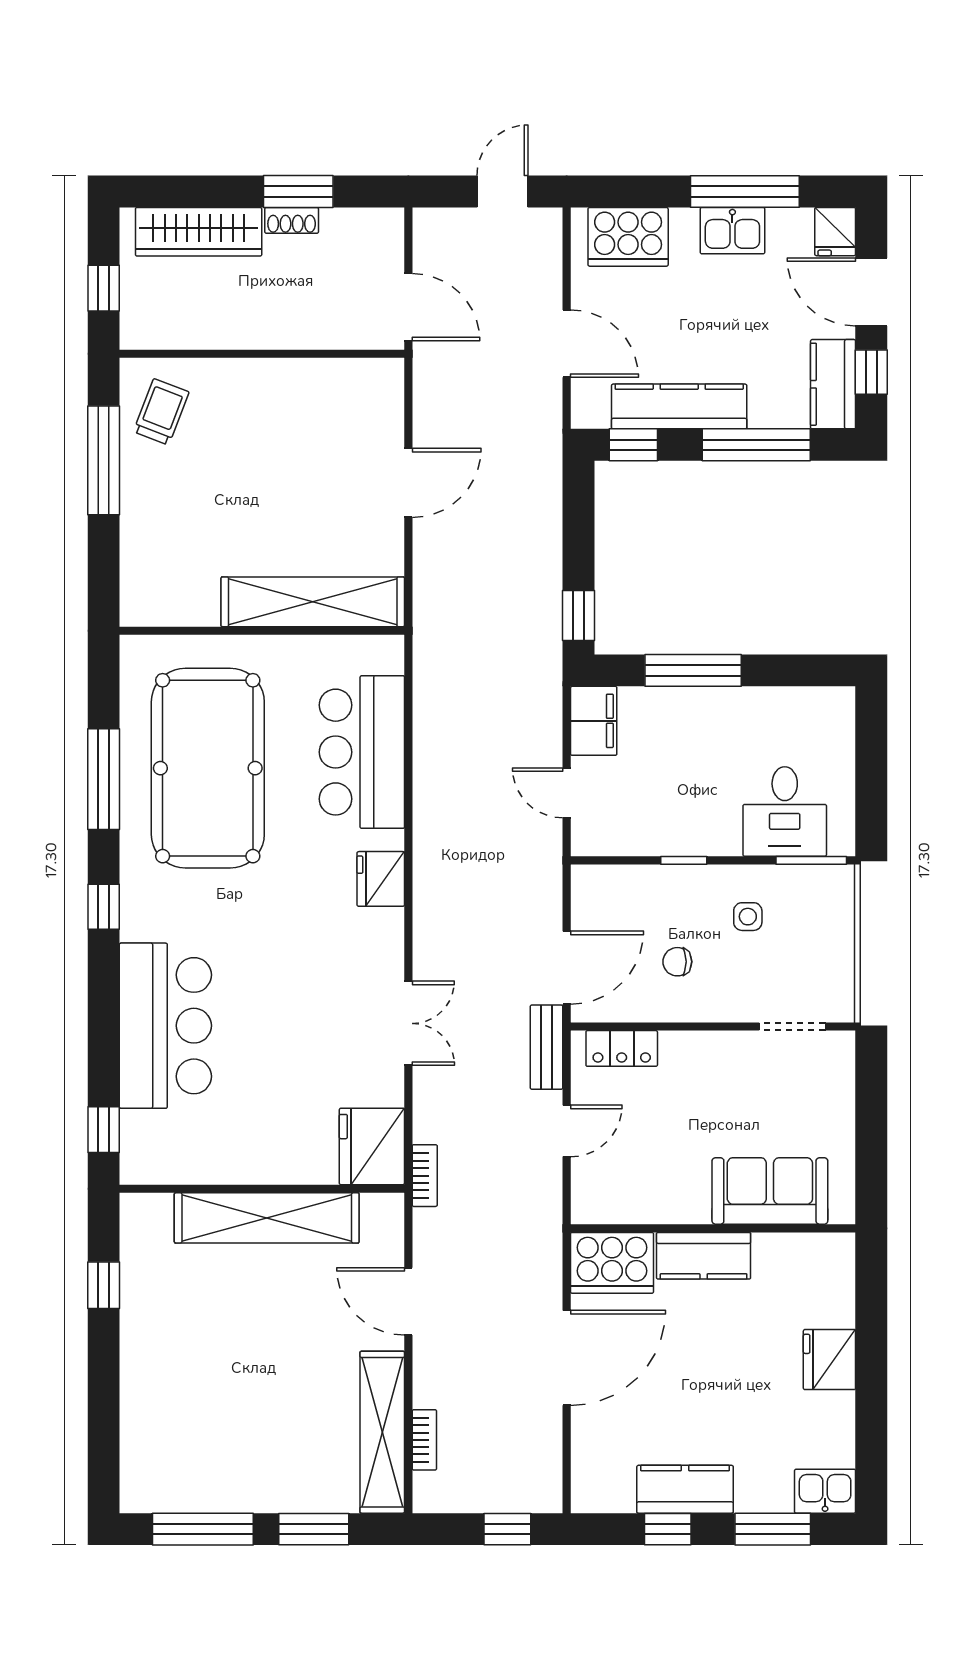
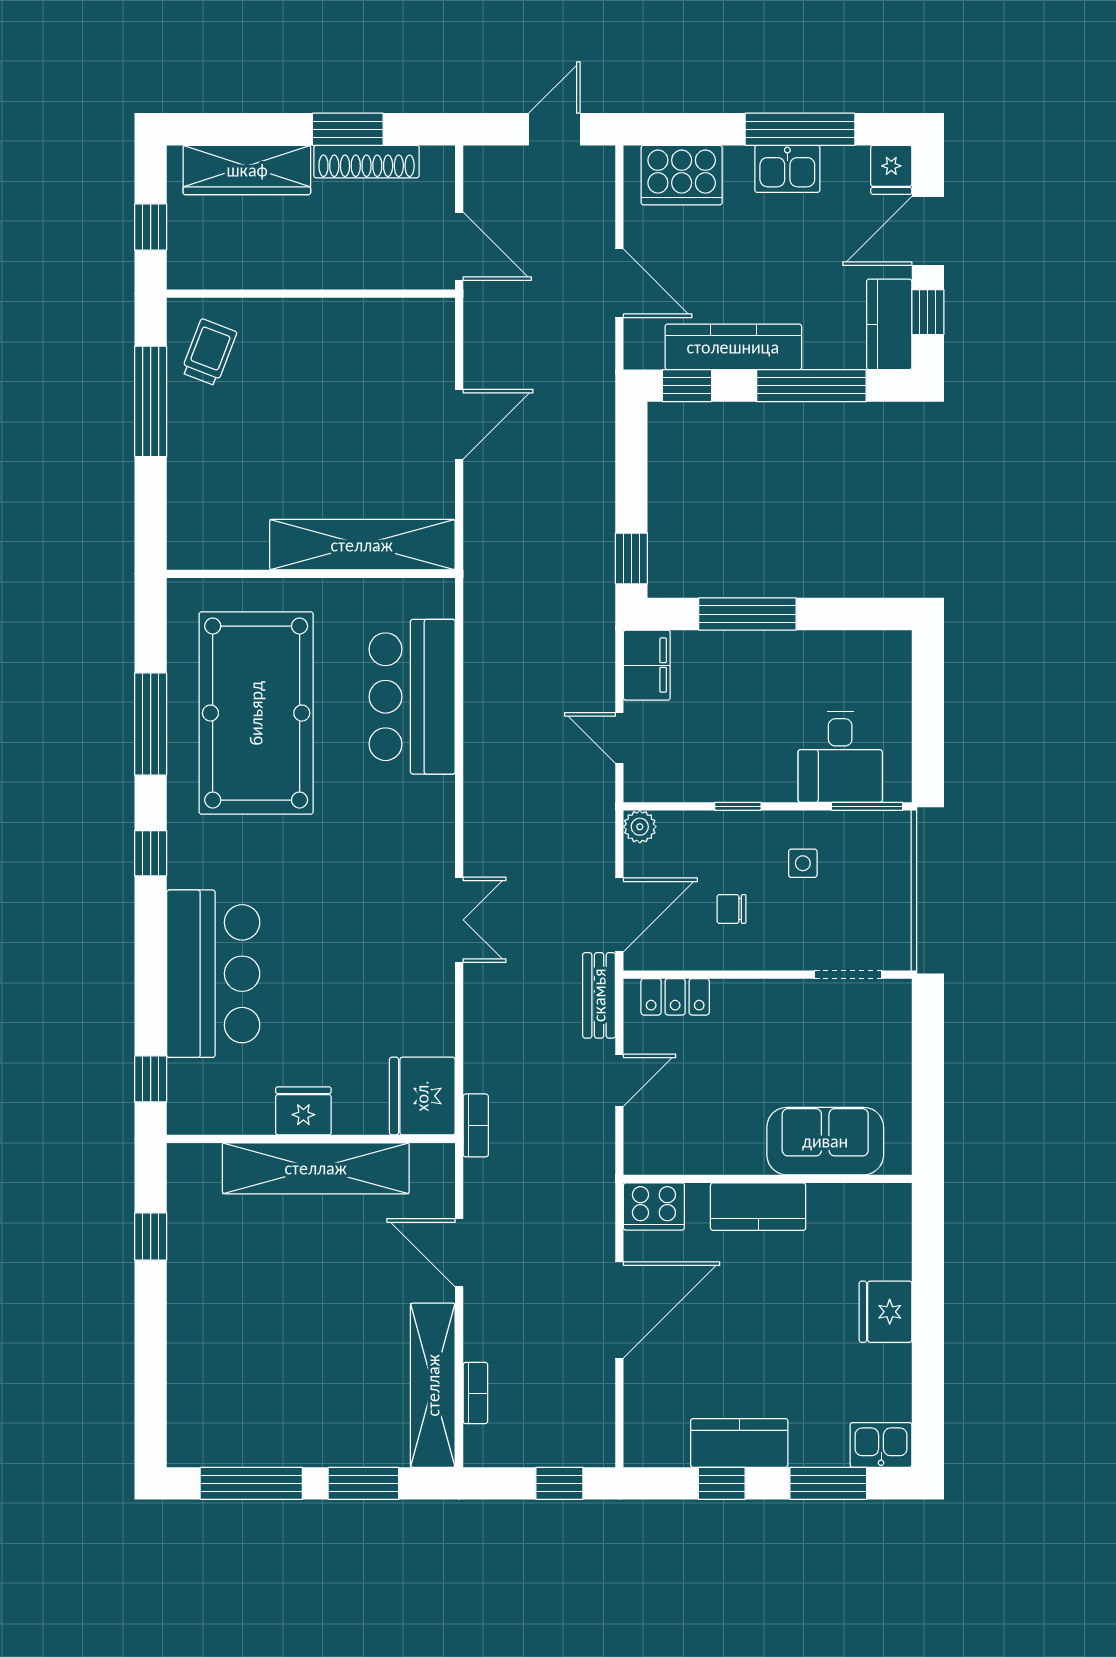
shoe rack: (292, 220) -> (367, 162), width x1.94, depth x1.24
door: (871, 292) -> (928, 231), hinge flipped
fridge: (381, 879) -> (303, 1111), moved, turned 90
plant: (587, 880) -> (640, 827), added
double door: (408, 1023) -> (459, 920), moved
cooker: (612, 1263) -> (654, 1206), width x0.73, depth x0.76

